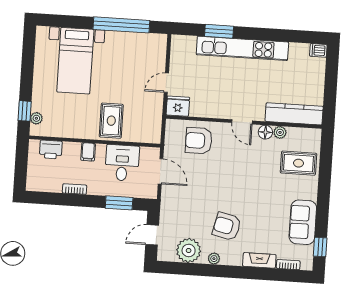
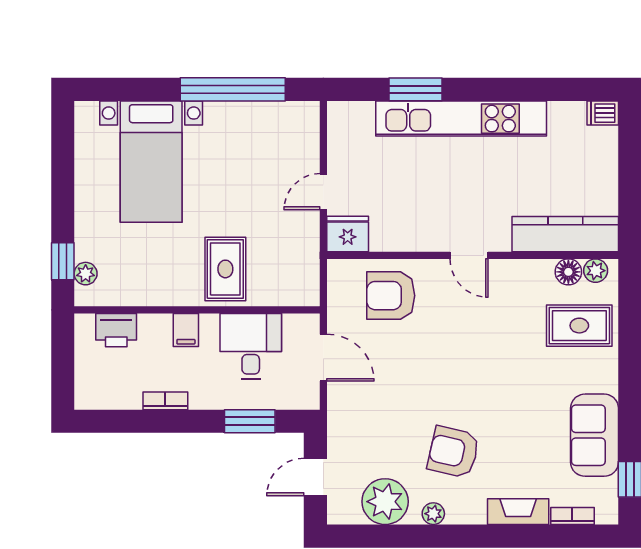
floor lamp: (265, 132) -> (568, 272), moved
plant: (280, 132) -> (596, 271), moved

